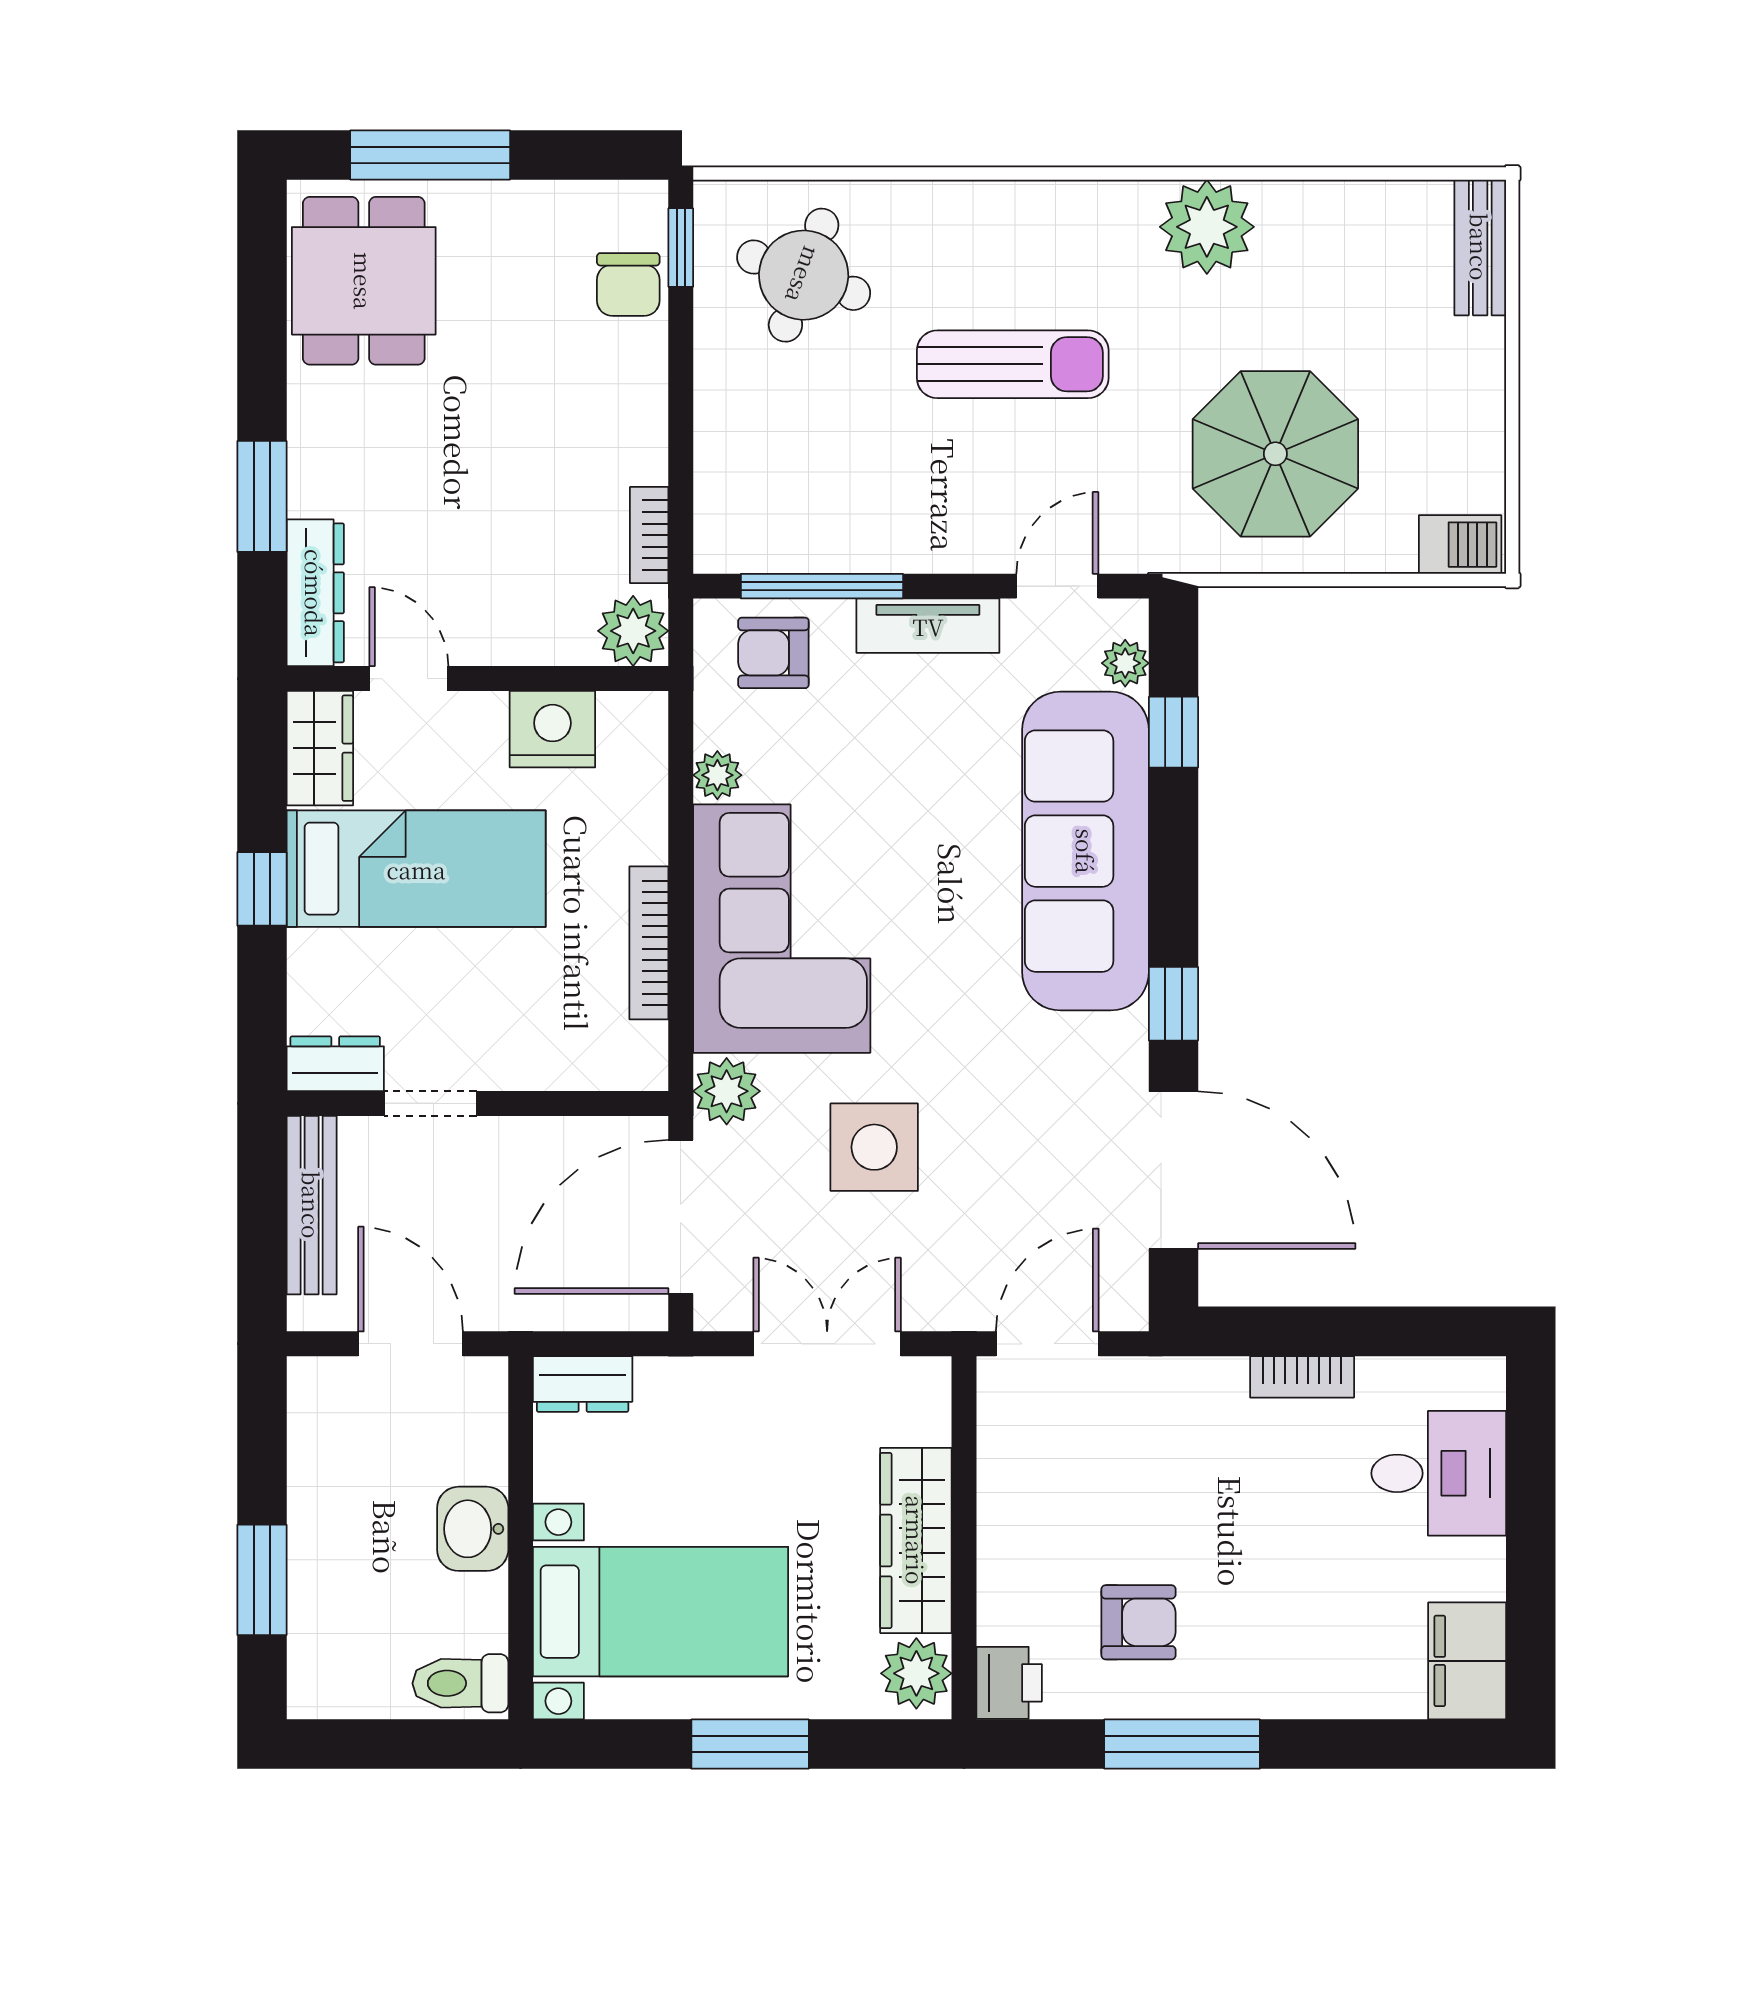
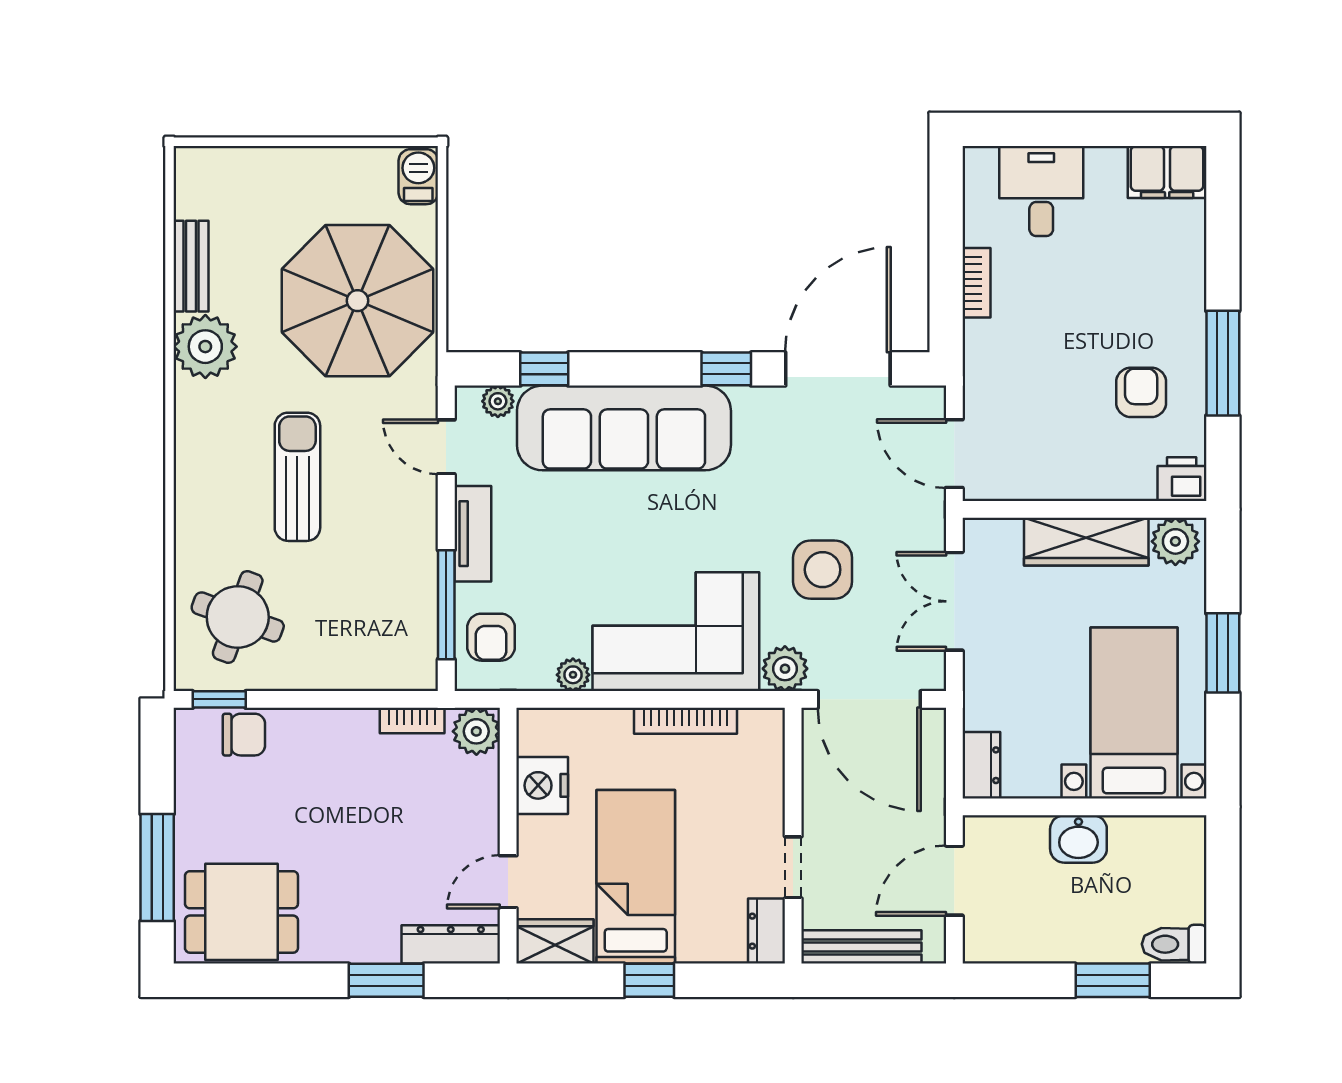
bench: (1480, 247) -> (191, 266), moved, turned 90
parasol: (1275, 454) -> (358, 301), width x1.36, depth x1.36
toilet: (460, 1683) -> (1174, 944), moved, turned 90

